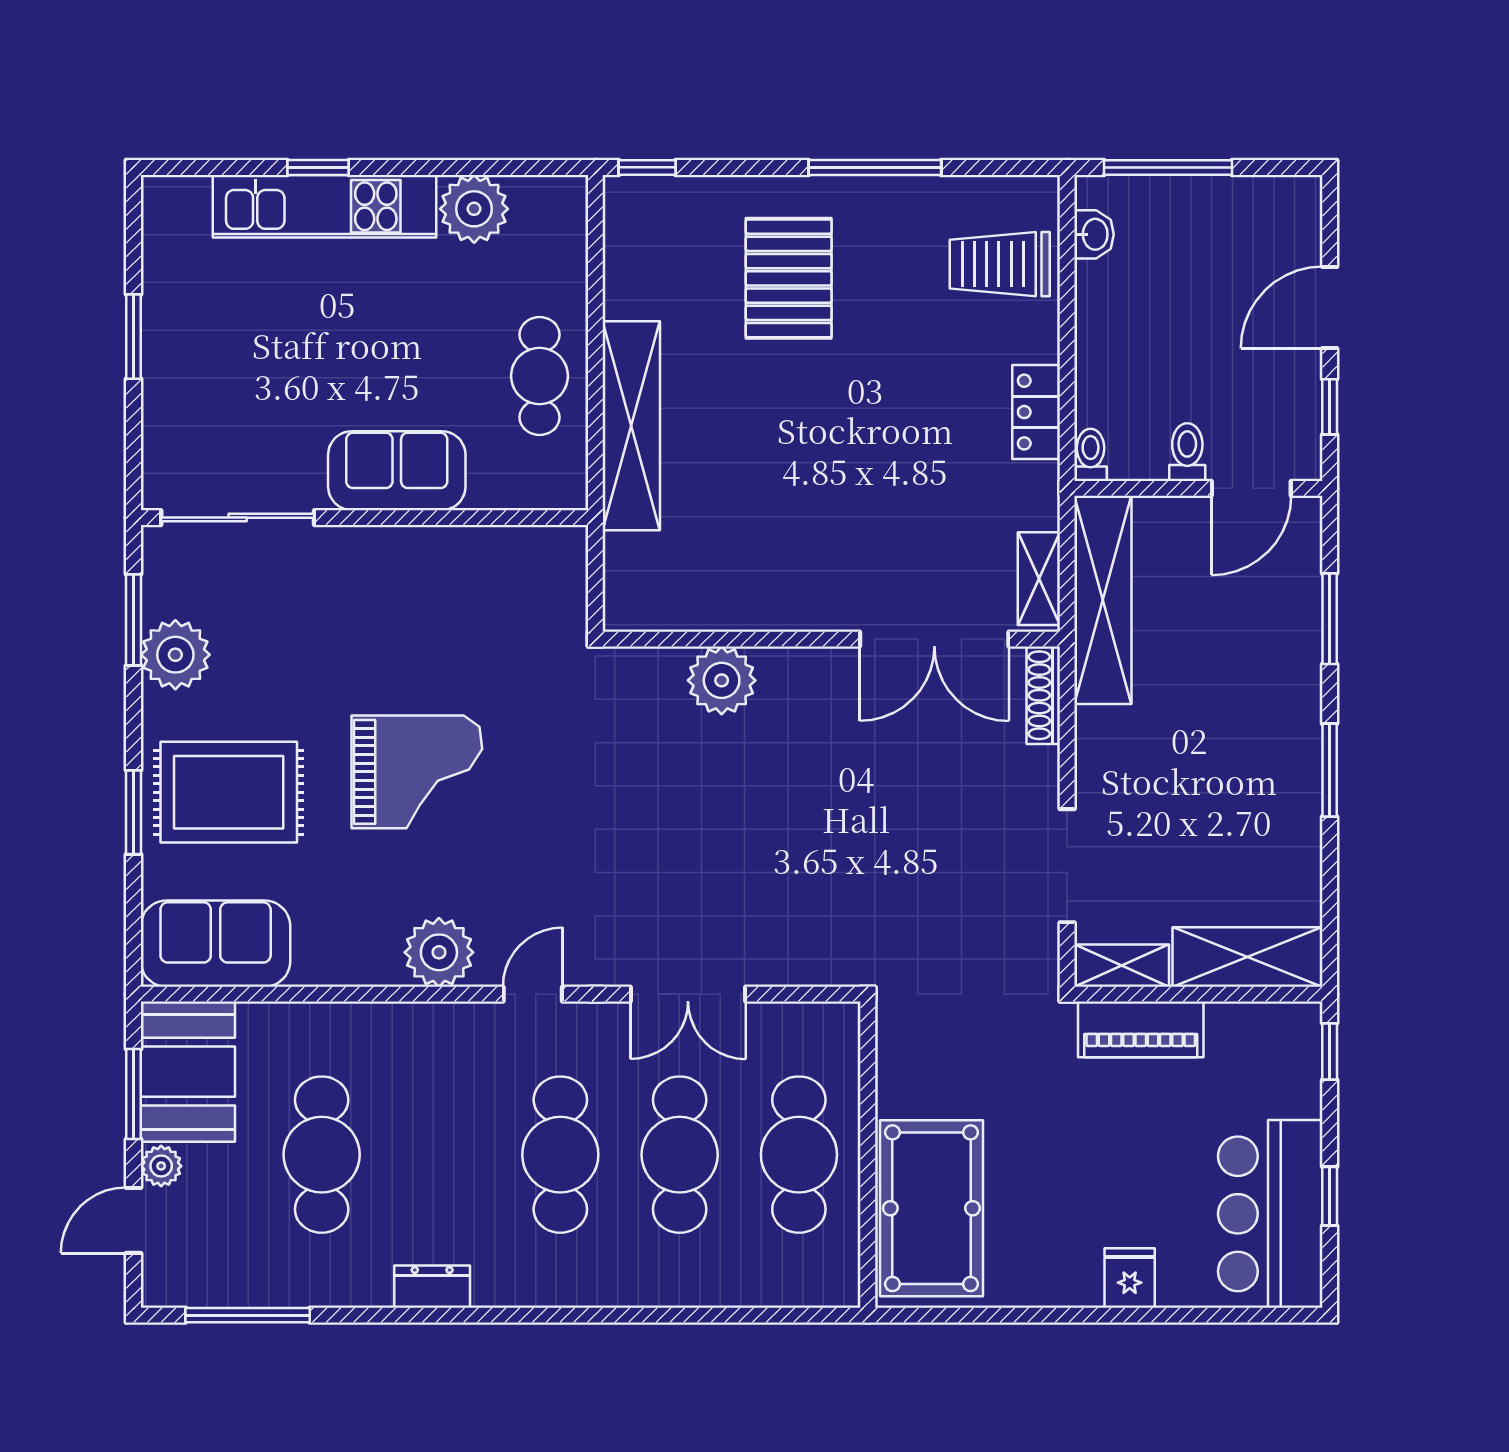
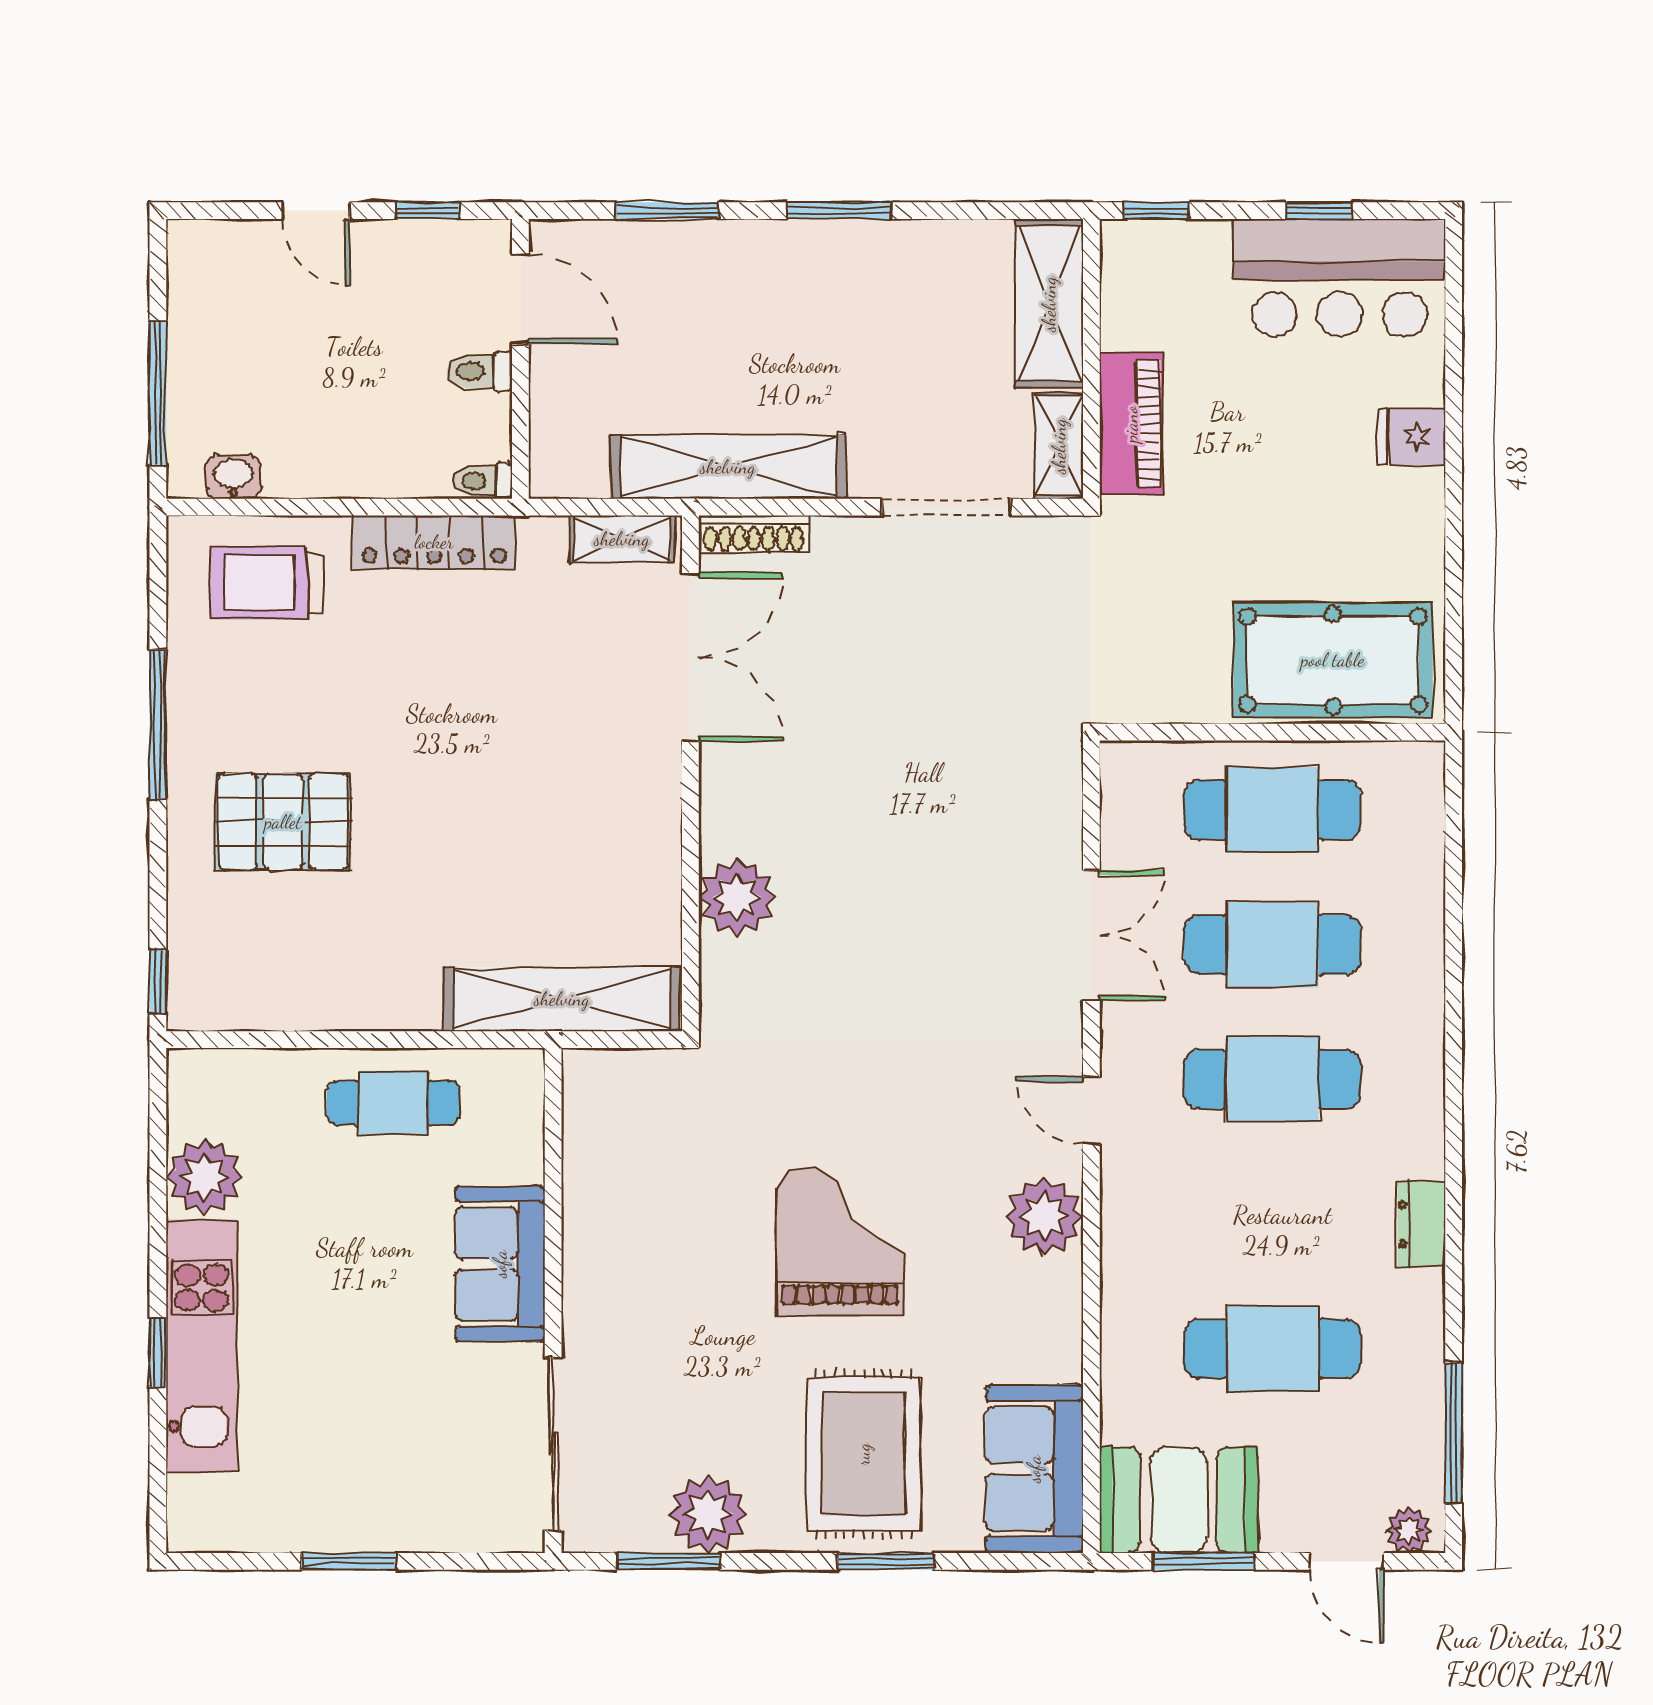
trolley: (1000, 264) -> (267, 583), turned 90
door: (1330, 307) -> (316, 211), width x0.73
locker: (1036, 412) -> (434, 542), width x1.53
shelving: (631, 426) -> (562, 999), moved
shelving: (1103, 600) -> (728, 467), moved
plant: (161, 1166) -> (1409, 1530), moved

